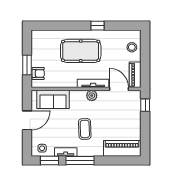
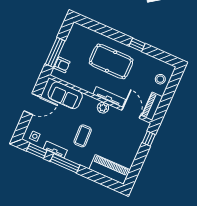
window: (27, 65) -> (55, 52), width x1.44

